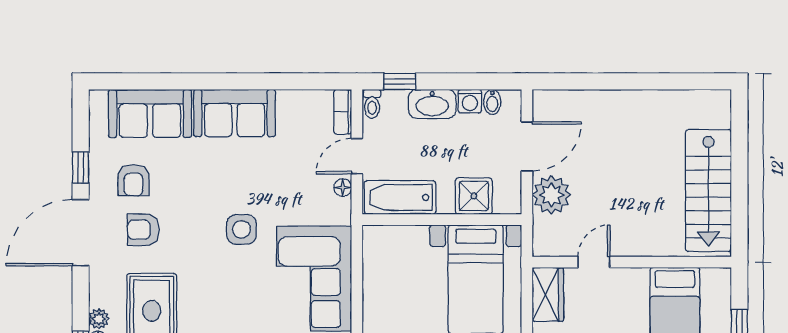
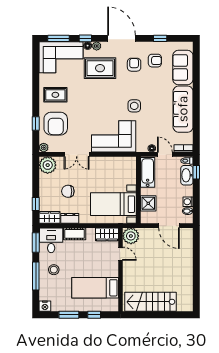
washbasin: (432, 104) -> (187, 175), moved
sofa: (235, 113) -> (183, 109), width x1.36
armchair: (134, 180) -> (155, 61), turned 180
plant: (551, 195) -> (131, 236), moved
door: (81, 233) -> (122, 38), moved

